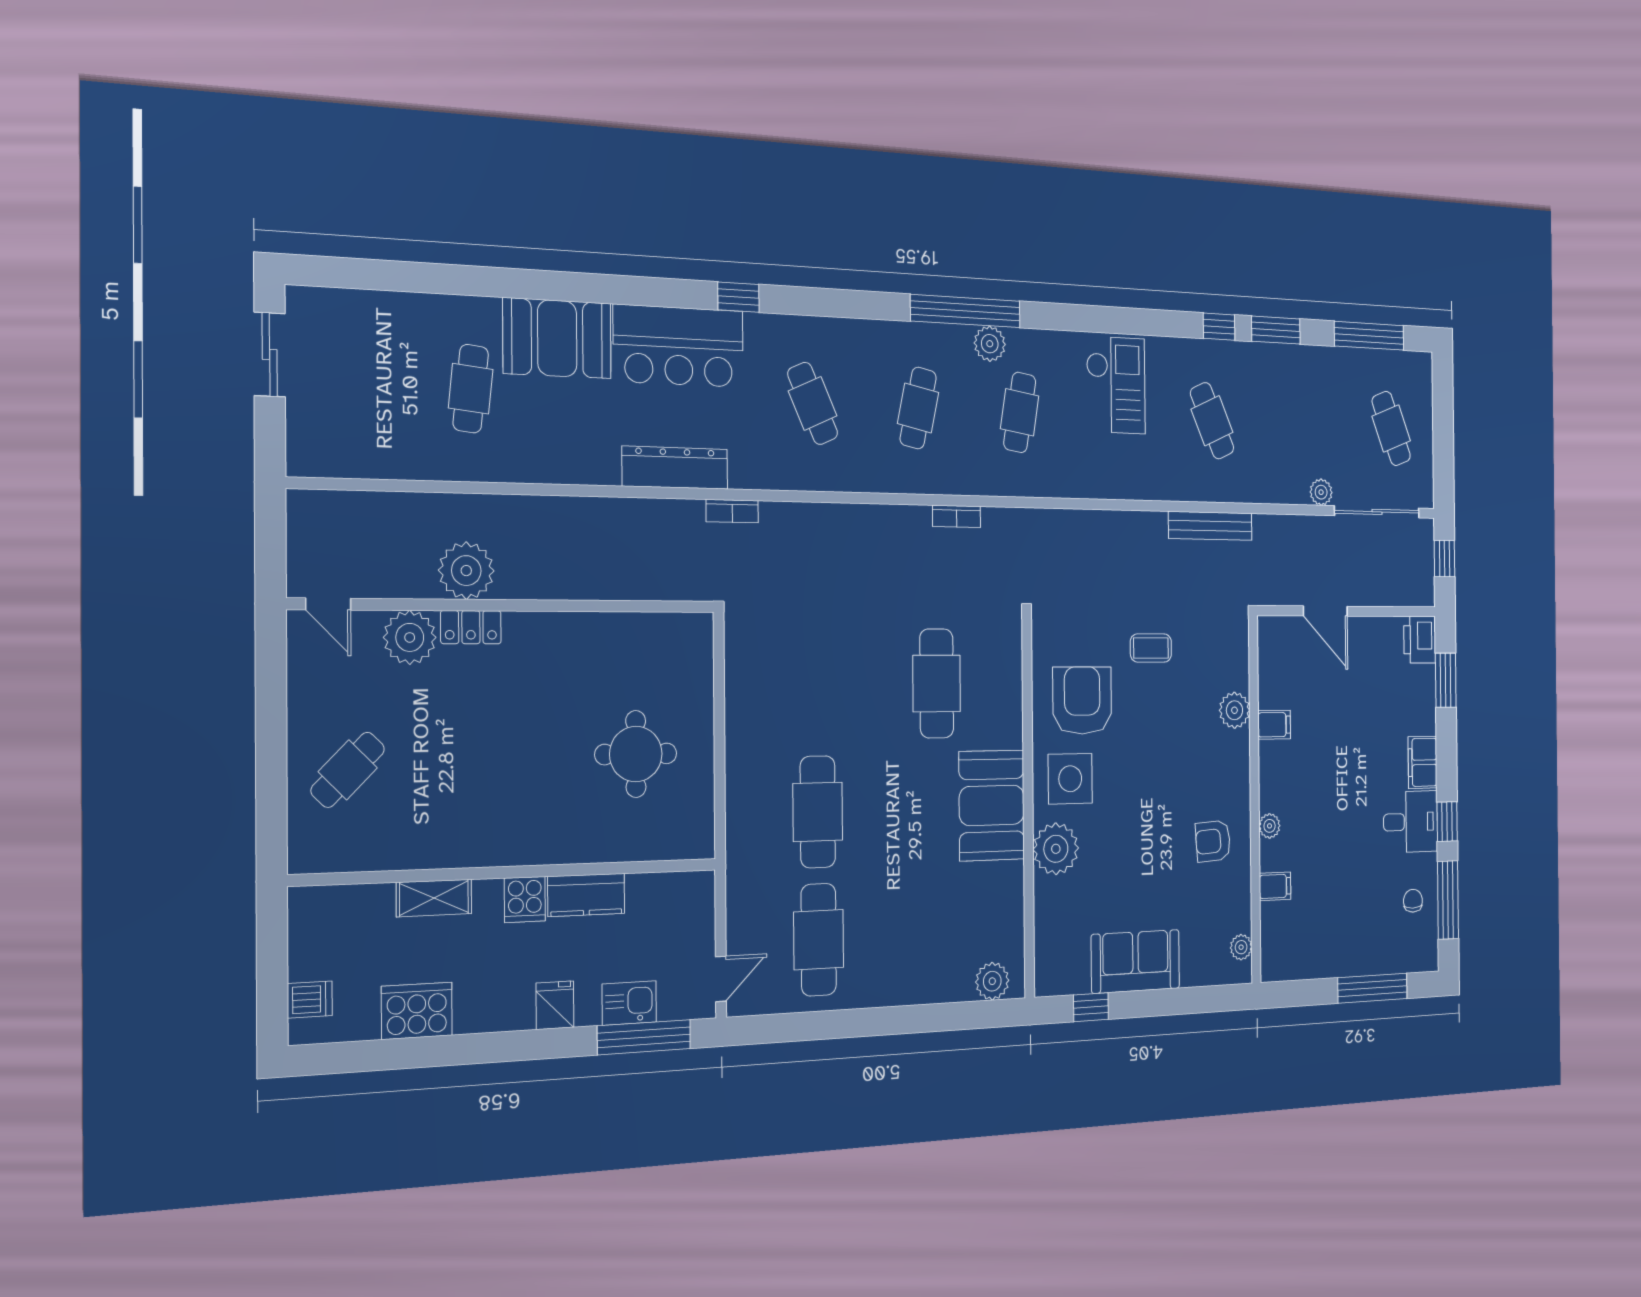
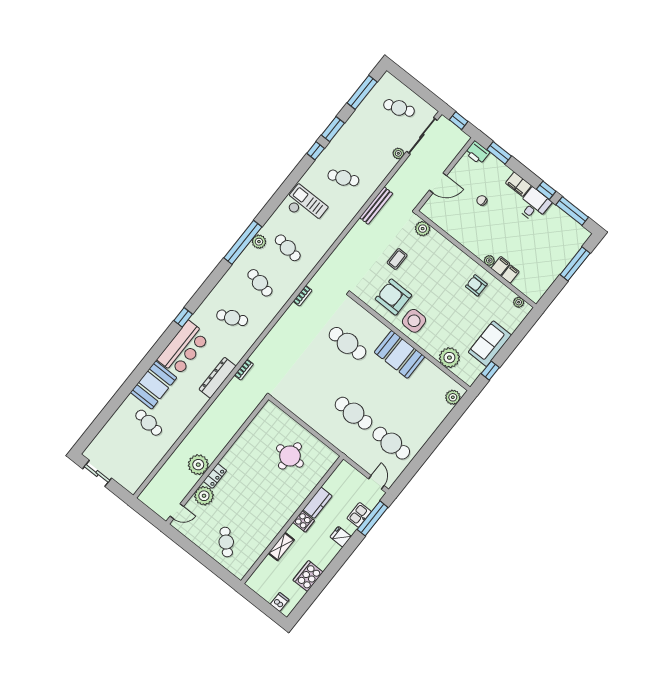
plant: (1234, 710) -> (423, 229), moved
filing cabinet: (1274, 725) -> (501, 266), moved
armchair: (1213, 841) -> (476, 285), turned 94
plant: (1056, 849) -> (449, 358), moved
chair: (1413, 901) -> (482, 200), moved

